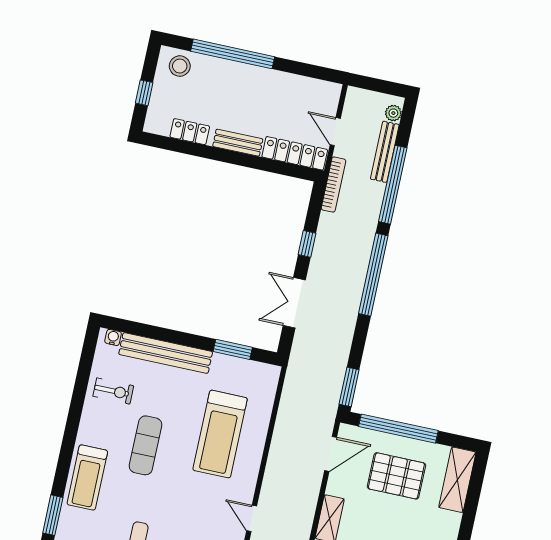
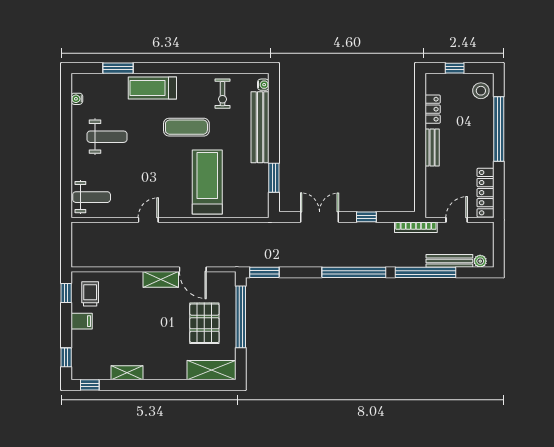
locker: (295, 153) -> (485, 193), moved, turned 180
treadmill: (220, 434) -> (207, 182), turned 90
door: (331, 454) -> (193, 269), moved

